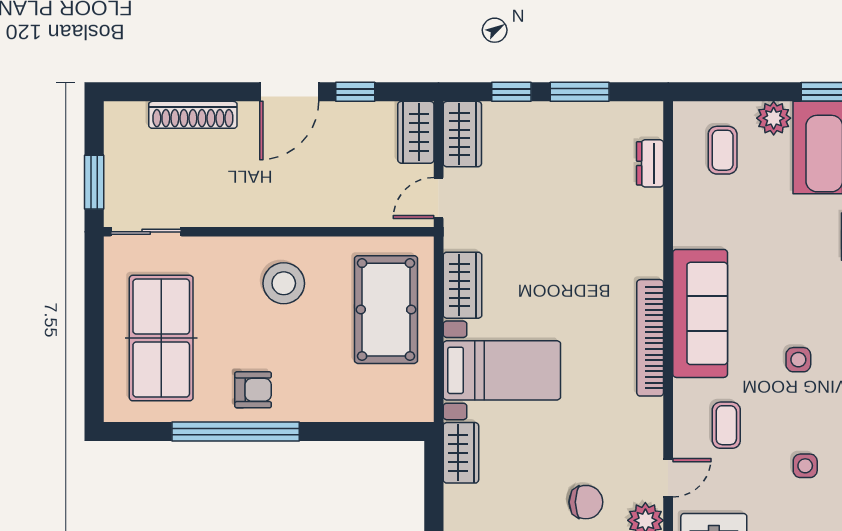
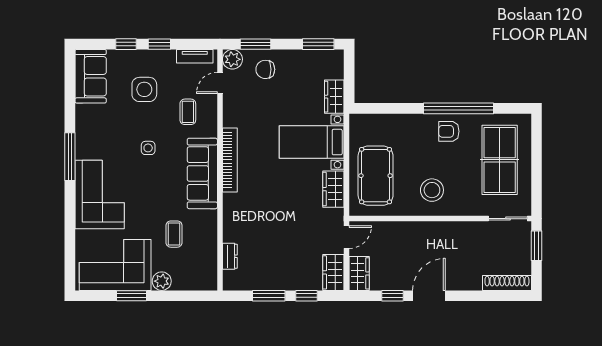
shoe rack: (193, 115) -> (507, 283), moved
coffee table: (723, 150) -> (174, 234), moved
side table: (805, 466) -> (144, 89), width x1.87, depth x1.87

